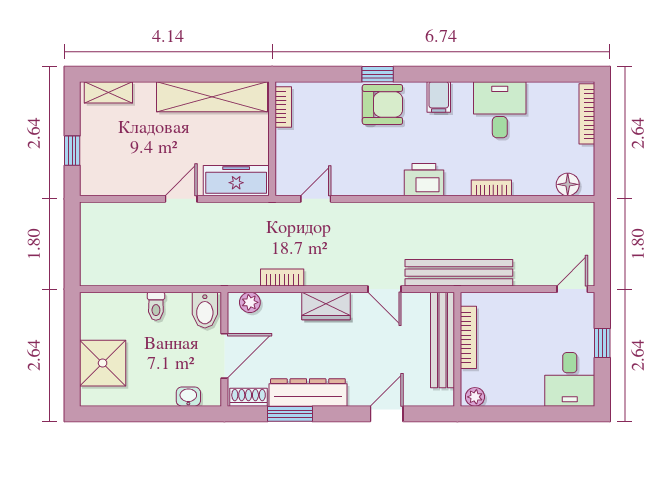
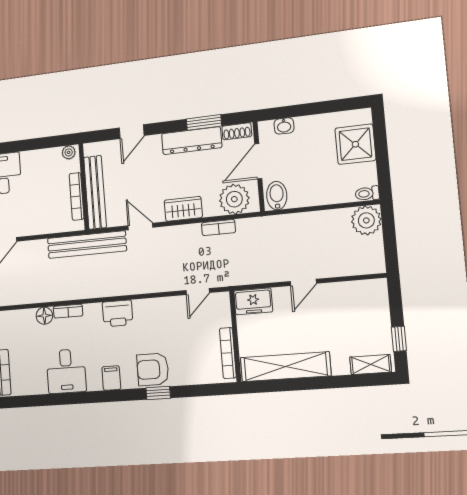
bookcase: (283, 107) -> (228, 353), width x1.56
window: (72, 151) -> (399, 339), moved
freezer: (236, 181) -> (253, 301), width x0.71
floor lamp: (568, 184) -> (44, 316), moved
plant: (98, 268) -> (366, 220), added
plant: (250, 302) -> (234, 199), width x1.87, depth x1.87
toilet: (156, 306) -> (367, 194), moved, turned -90

